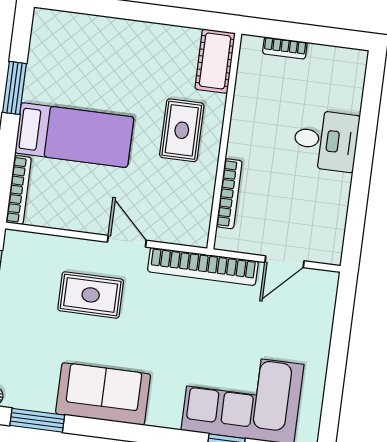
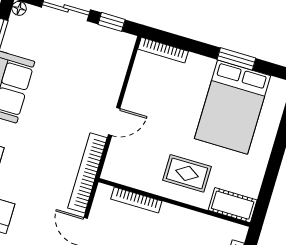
bed: (74, 135) -> (232, 107), moved, width x1.50
rug: (91, 295) -> (80, 90), removed

